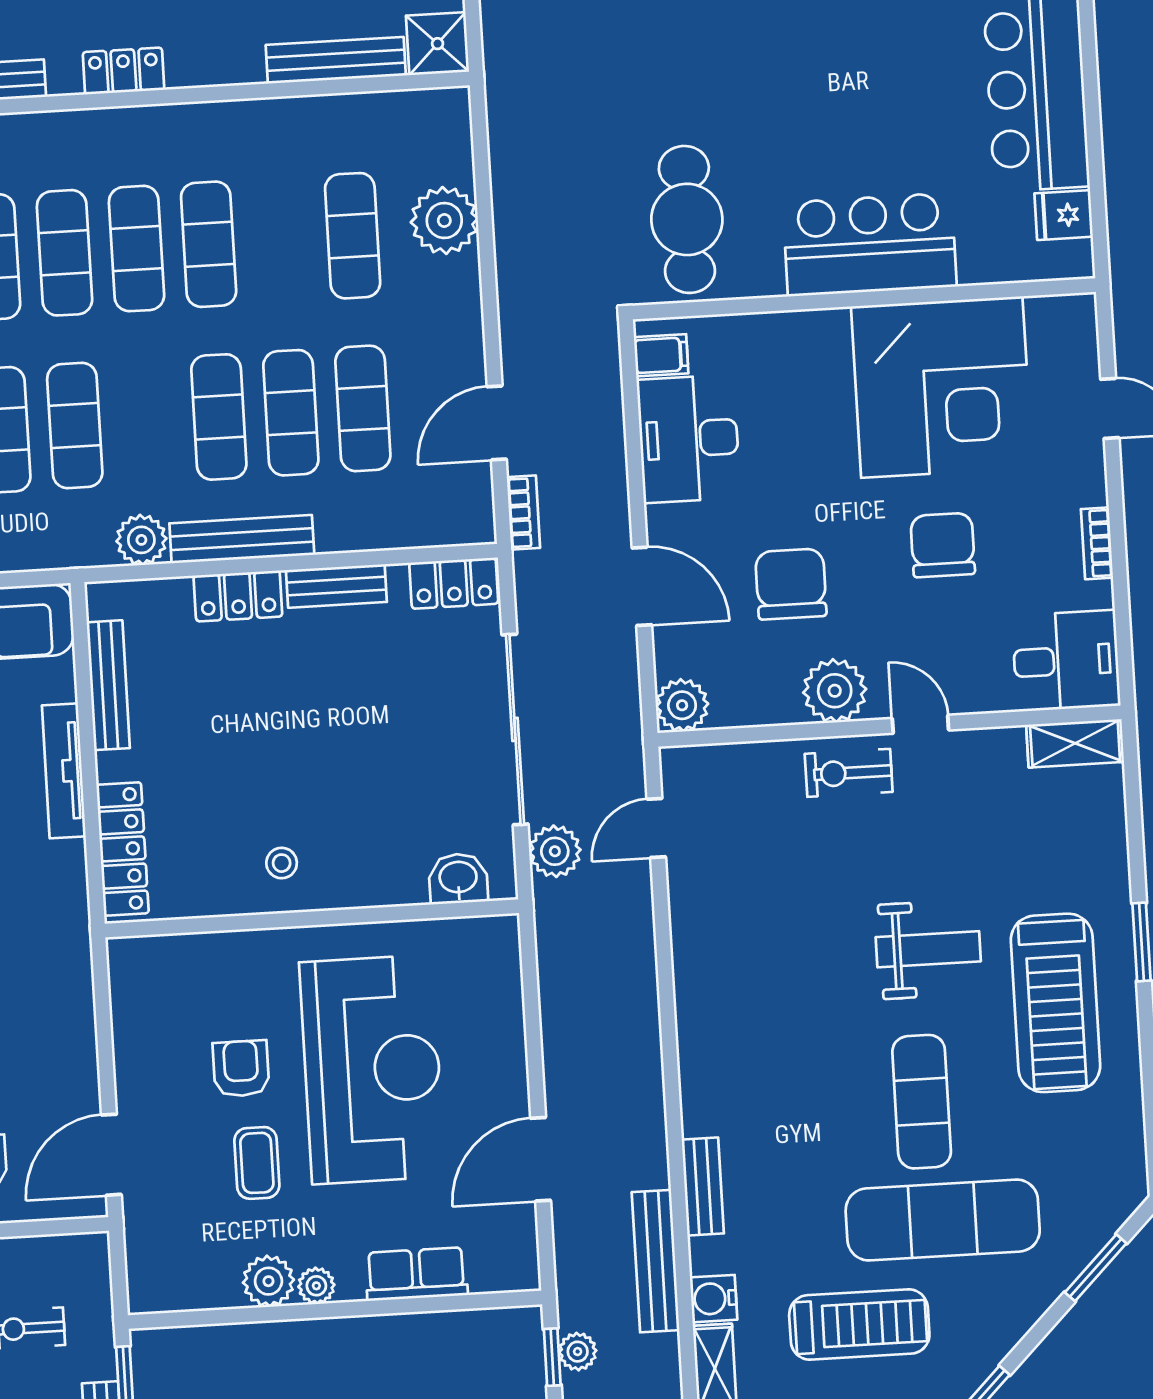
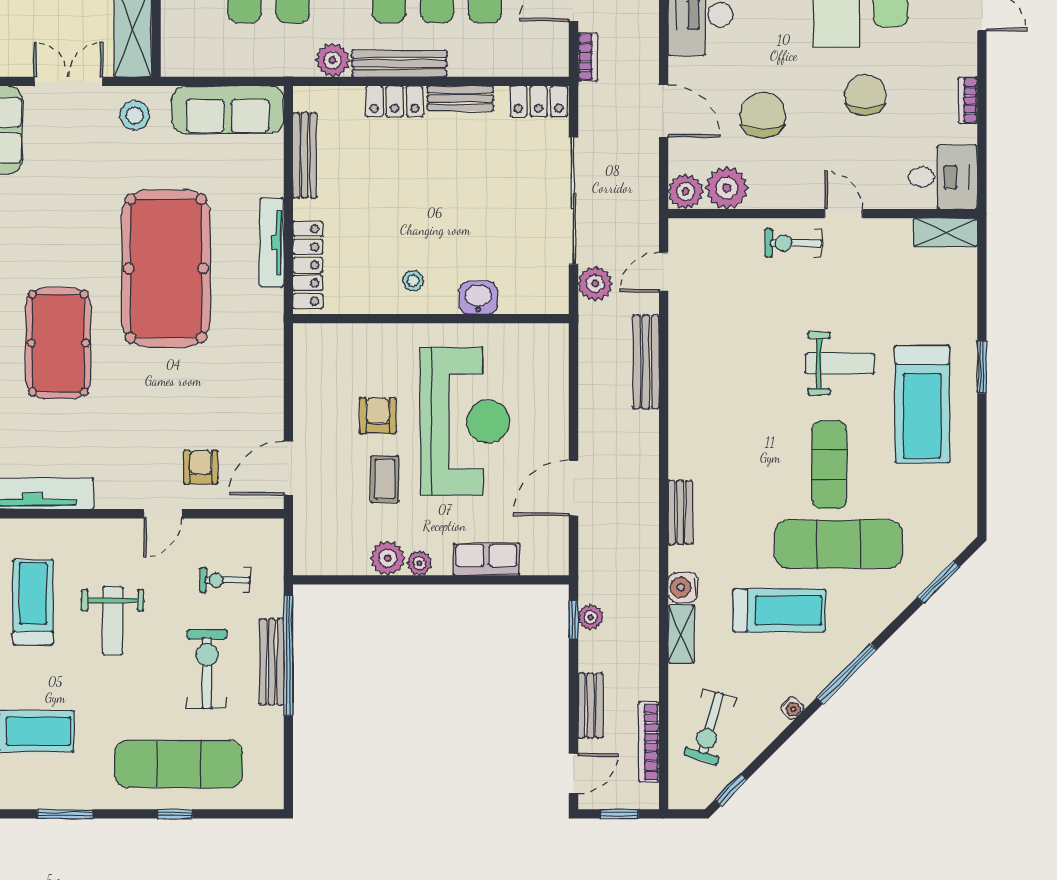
plant: (835, 691) -> (727, 188), moved
tv unit: (64, 771) -> (272, 242), moved
washbasin: (458, 878) -> (478, 298), moved
bench: (655, 1261) -> (646, 362), moved

